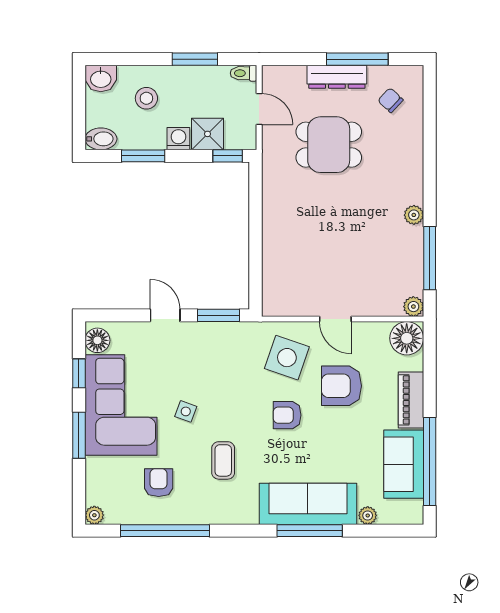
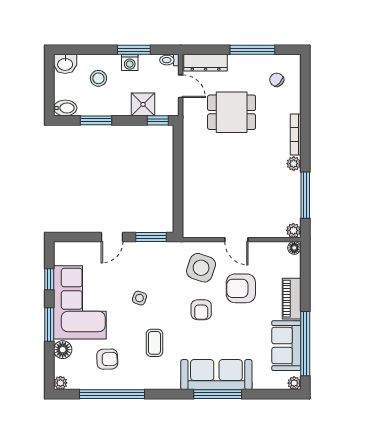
dresser: (337, 77) -> (206, 63), moved
washing machine: (178, 139) -> (130, 62), moved, turned 180
bookcase: (416, 175) -> (296, 134), added
door: (165, 315) -> (112, 237), swing flipped
floor lamp: (407, 338) -> (294, 248), width x0.53, depth x0.53
floor lamp: (97, 340) -> (63, 350), moved
side table: (186, 411) -> (139, 298), moved
armchair: (287, 415) -> (201, 310), turned -90
armchair: (159, 483) -> (107, 359), turned 88
plant: (368, 515) -> (294, 383), moved

